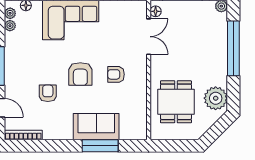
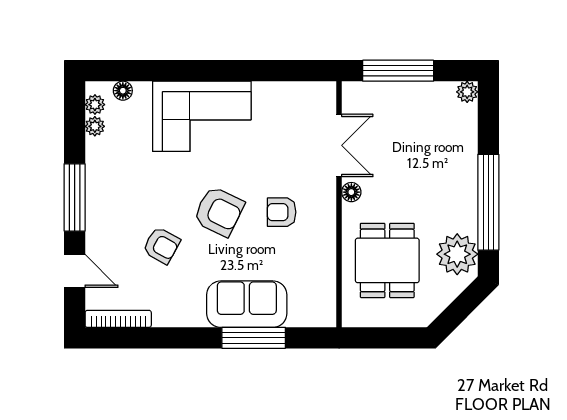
floor lamp: (156, 11) -> (351, 192), moved
window: (233, 48) -> (488, 202), moved
armchair: (80, 74) -> (219, 211), turned -64
armchair: (48, 93) -> (161, 245), turned 119

